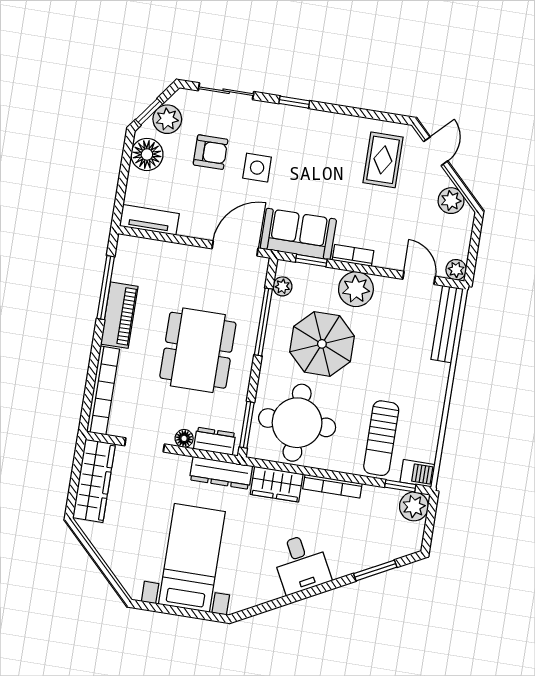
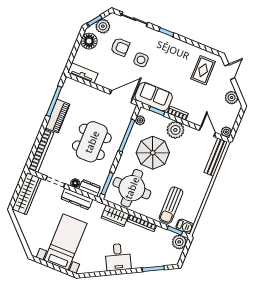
dresser: (221, 473) -> (77, 199), moved

